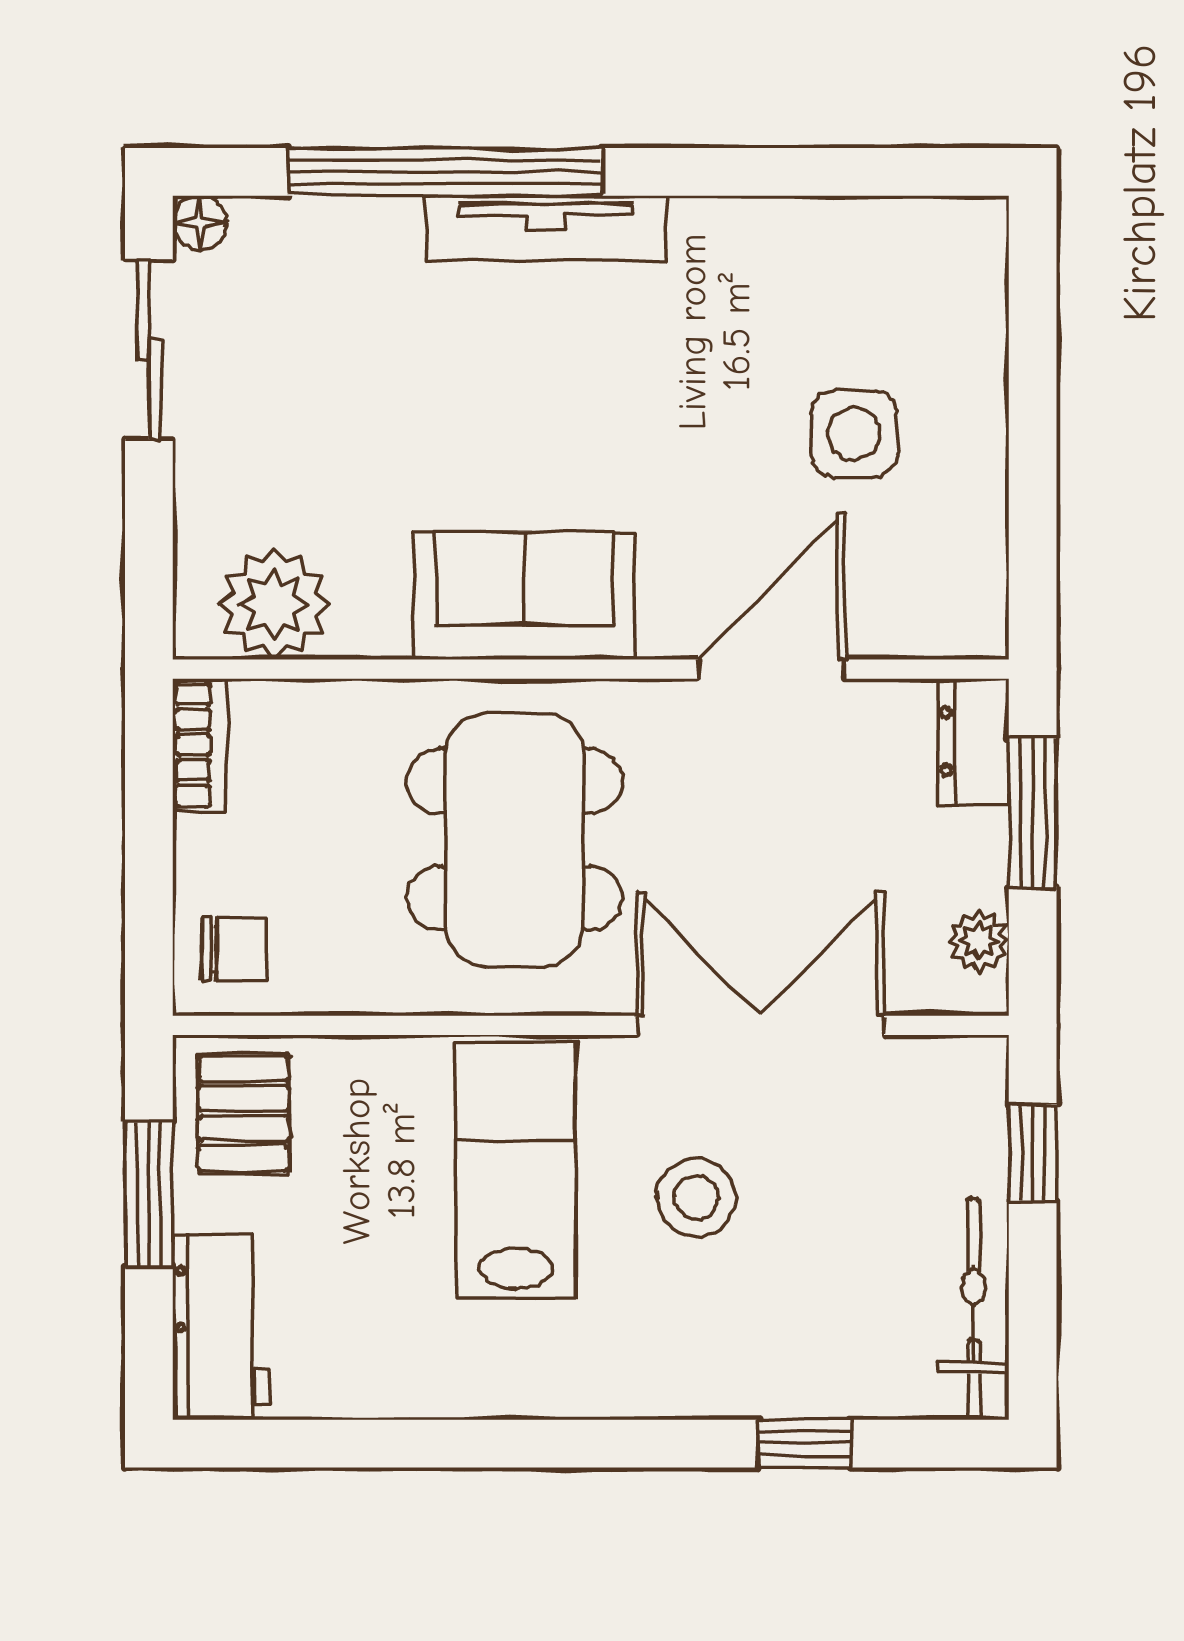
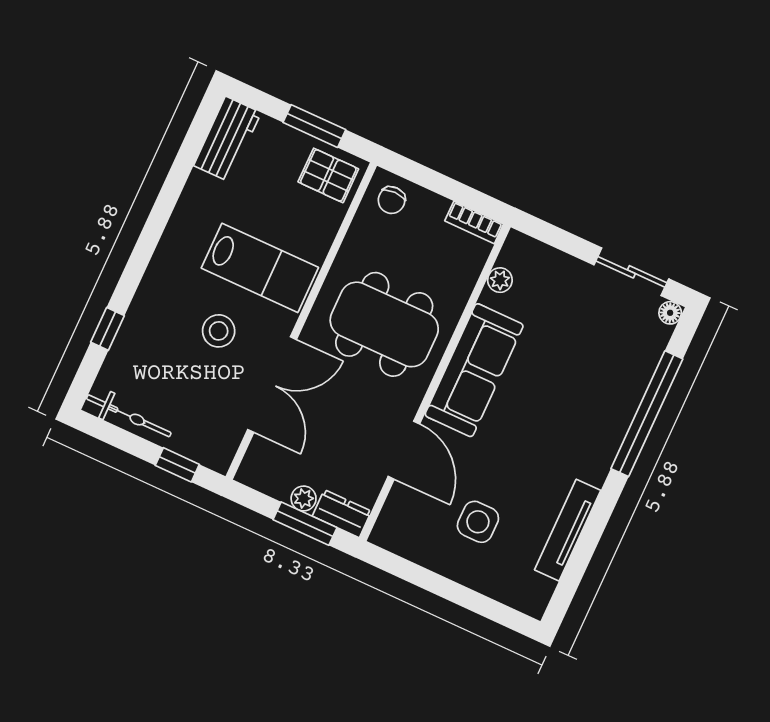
tv unit: (546, 228) -> (568, 530), moved
sofa: (524, 596) -> (474, 370), width x1.36
plant: (274, 604) -> (500, 280), width x0.53, depth x0.53
plant: (979, 941) -> (304, 498), moved
workbench: (221, 1327) -> (227, 139), moved, turned -90

